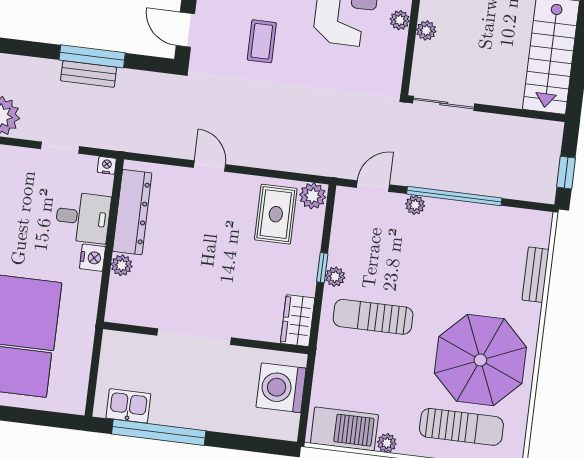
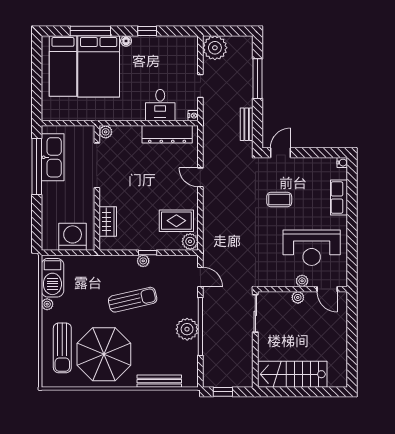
window: (92, 56) -> (258, 79), moved
bench: (89, 74) -> (247, 124), moved
door: (210, 166) -> (200, 177), swing flipped
plant: (415, 205) -> (187, 329), moved, width x1.87, depth x1.87
nightstand: (92, 258) -> (137, 114), removed
plant: (122, 265) -> (106, 132), moved
bench: (536, 275) -> (159, 381), width x1.36
sun lounger: (373, 317) -> (133, 300), moved, turned 77
wardrobe: (298, 321) -> (108, 222), moved, turned 90
doorway: (194, 337) -> (97, 165), moved
kitchen sink: (128, 406) -> (53, 157), width x1.88, depth x1.24

